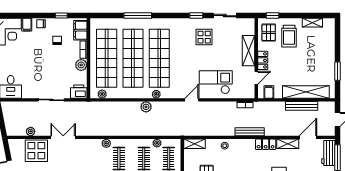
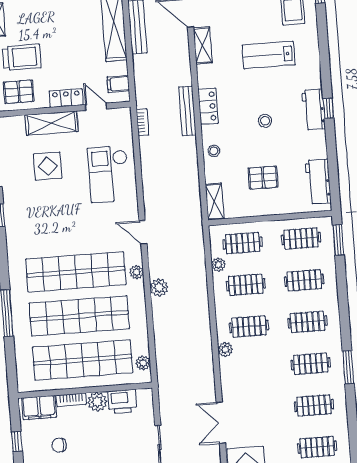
display table: (204, 37) -> (48, 166), moved
printer: (79, 92) -> (122, 401), moved, turned -90
door: (192, 100) -> (143, 232), moved
locker: (266, 144) -> (208, 106), moved

